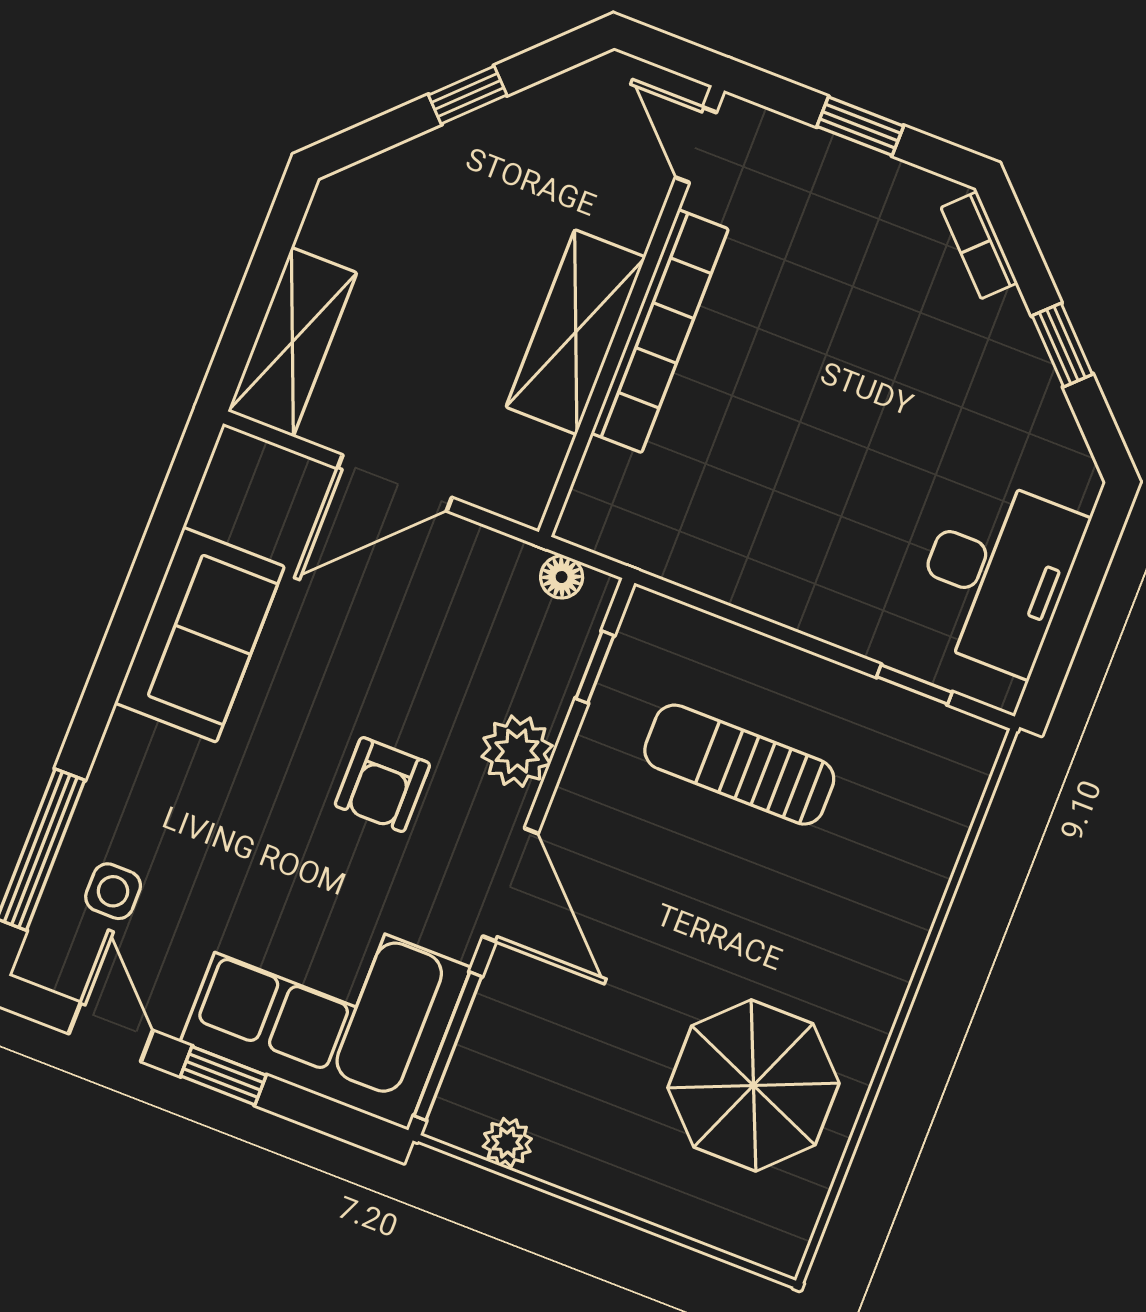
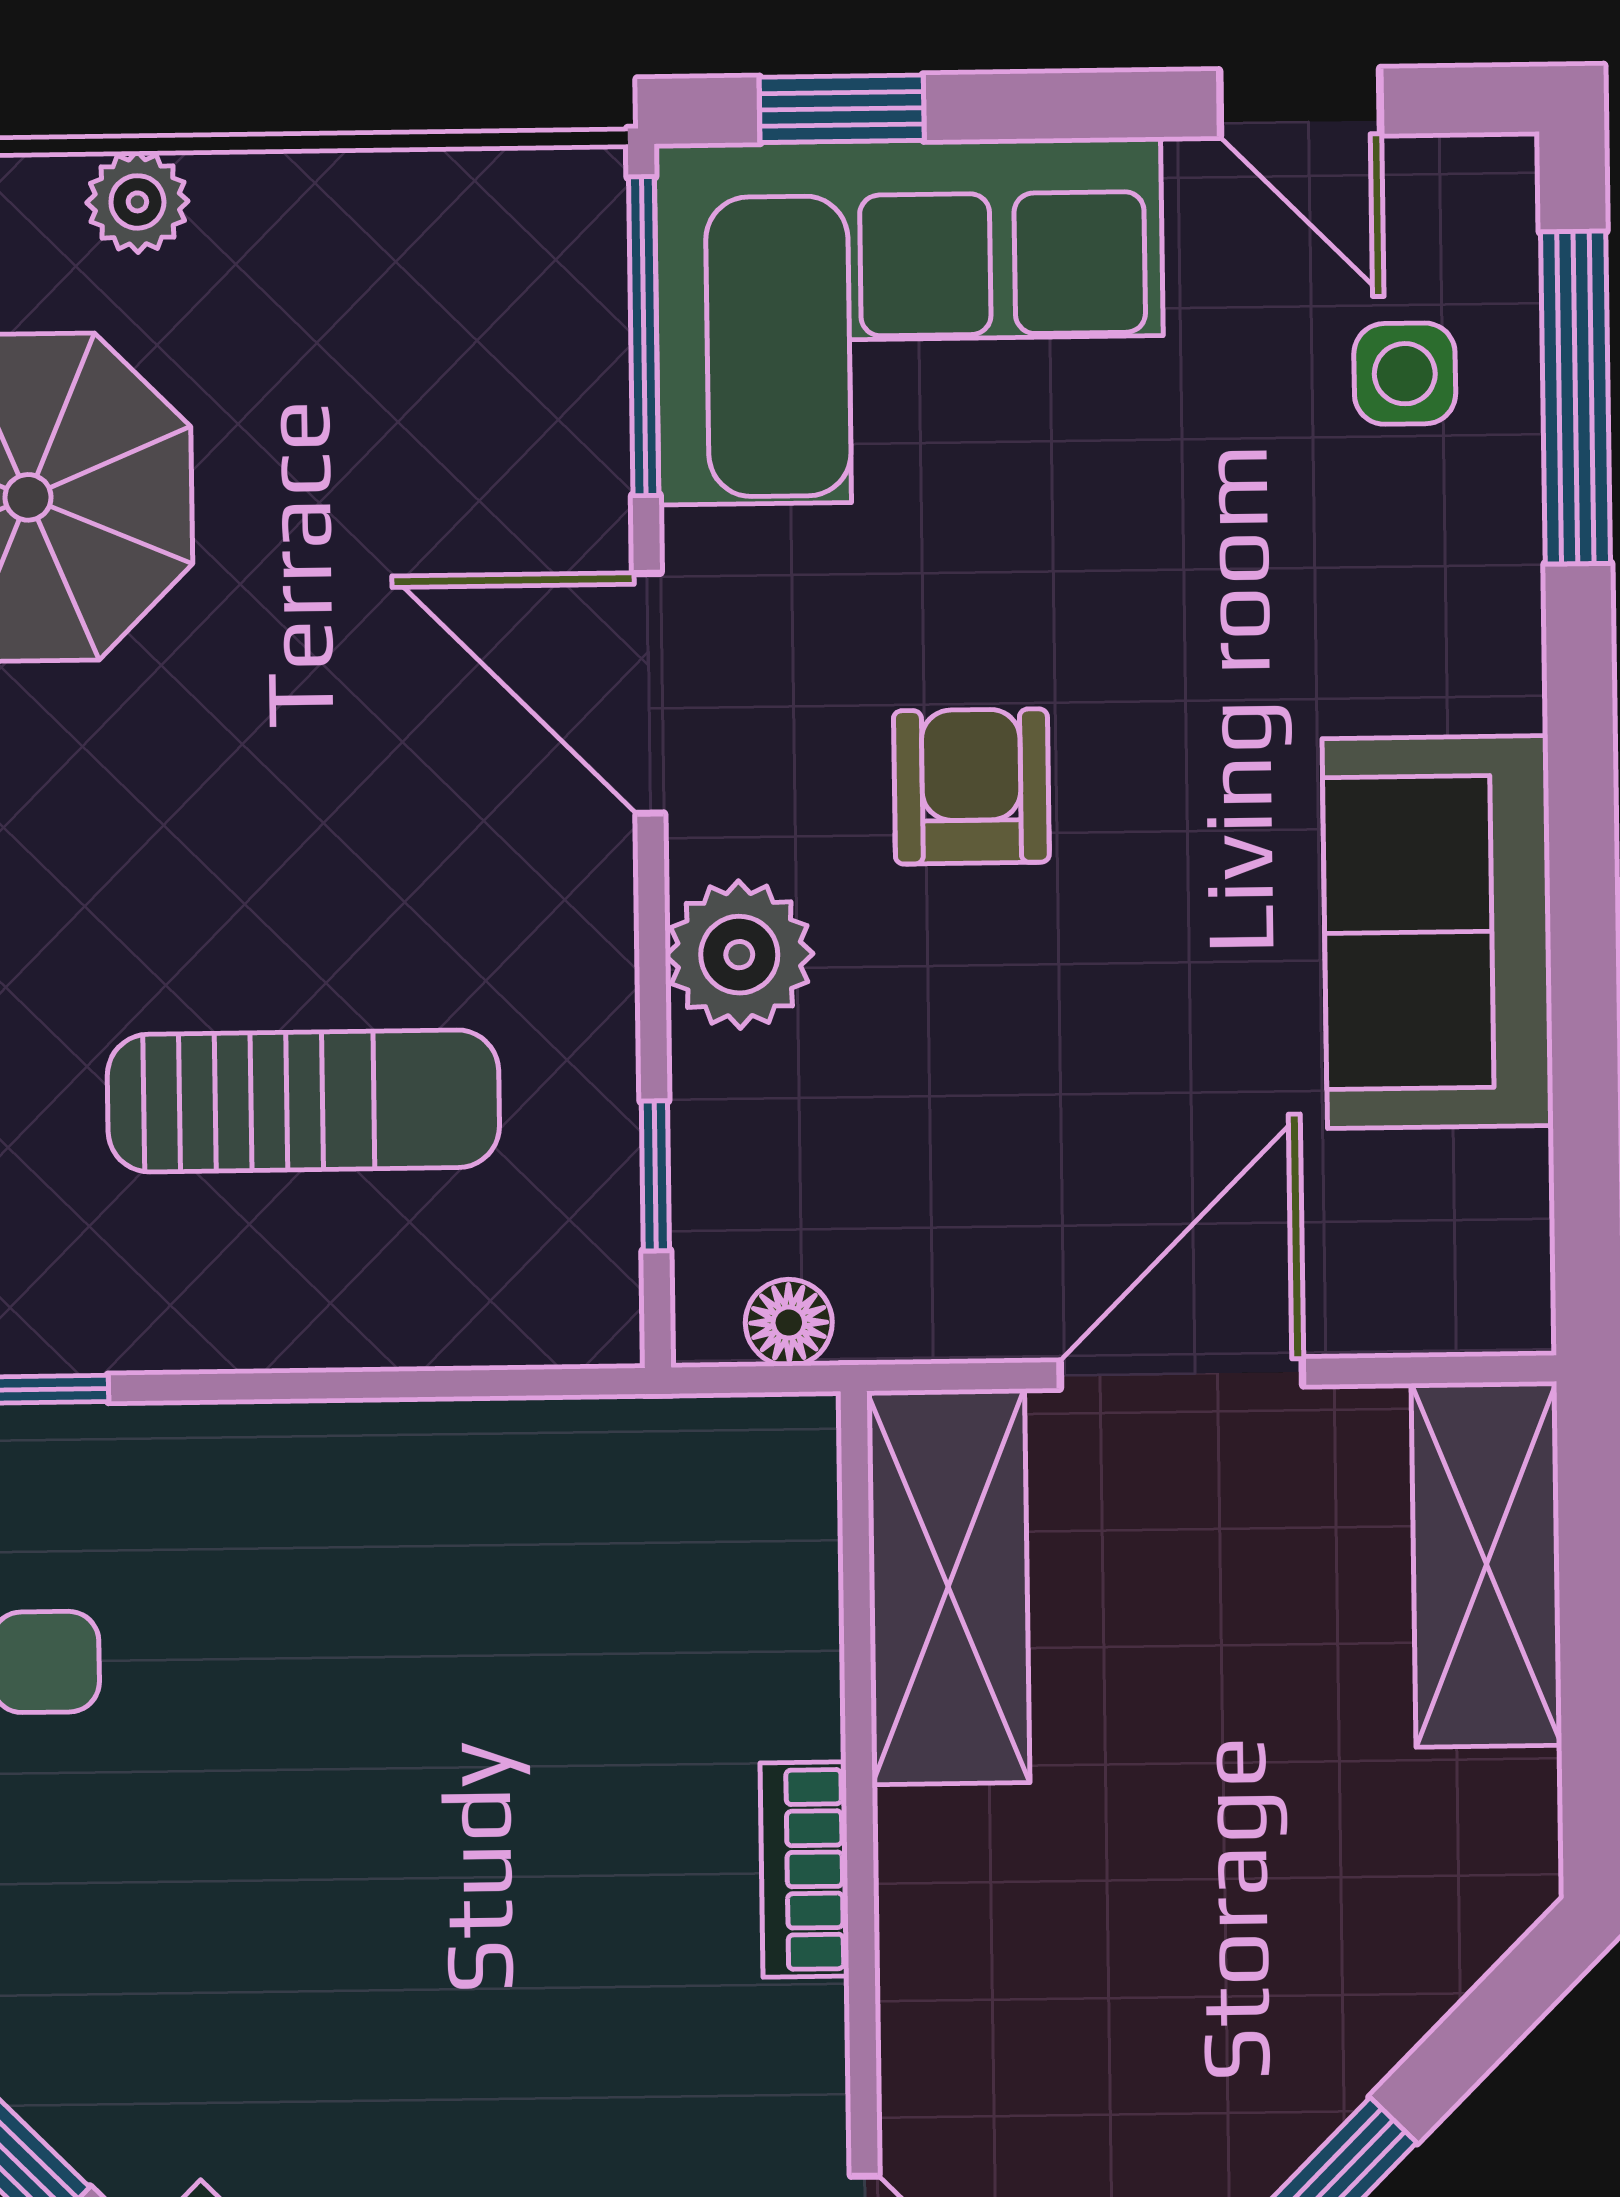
bookcase: (660, 331) -> (804, 1870), width x0.43, depth x0.76
shelving: (576, 332) -> (948, 1587), moved
window: (223, 1076) -> (842, 109), moved
plant: (507, 1143) -> (137, 202), moved

